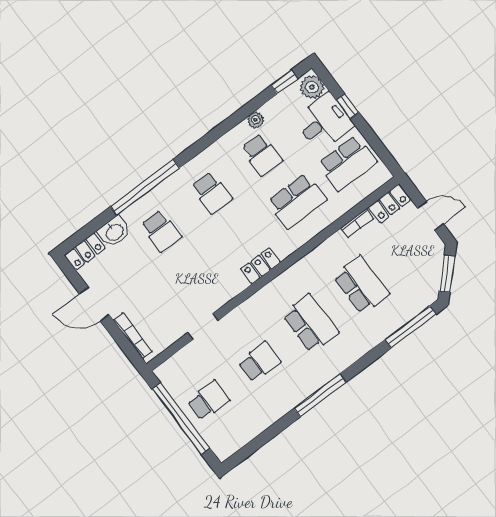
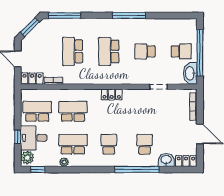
school desk: (262, 155) -> (73, 144), width x1.85
washbasin: (172, 379) -> (190, 73), added
school desk: (208, 400) -> (181, 51), turned 180

